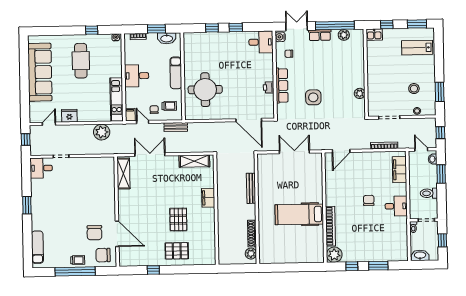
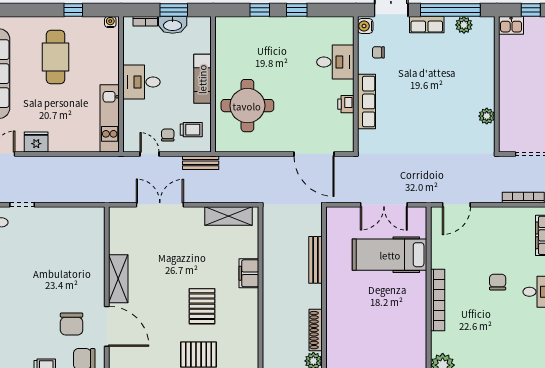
washbasin: (167, 38) -> (173, 25), moved
desk: (261, 42) -> (335, 62), moved
side table: (313, 97) -> (415, 121), removed
filing cabinet: (130, 115) -> (130, 142), removed
plant: (102, 132) -> (86, 168), removed
double door: (294, 152) -> (384, 205), swing flipped
shelving: (123, 173) -> (118, 279), moved
hospital bed: (299, 214) -> (390, 255), moved
bookcase: (330, 226) -> (438, 300), moved

